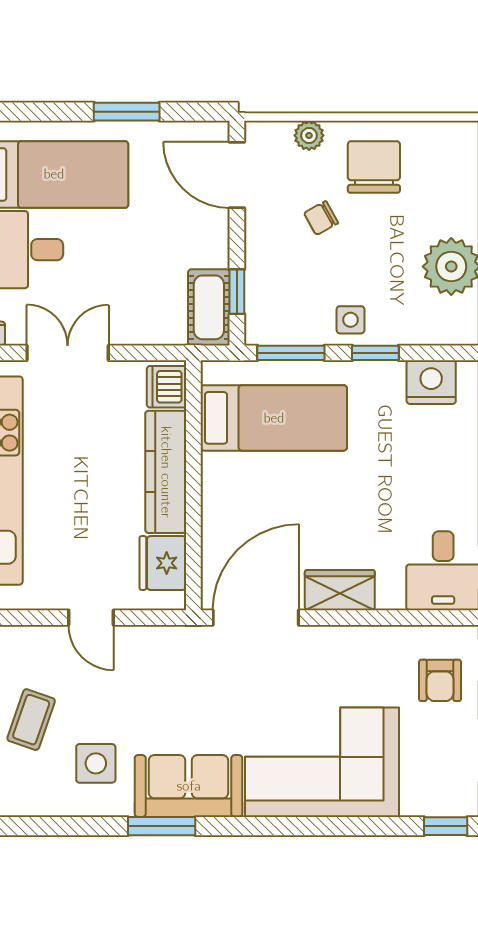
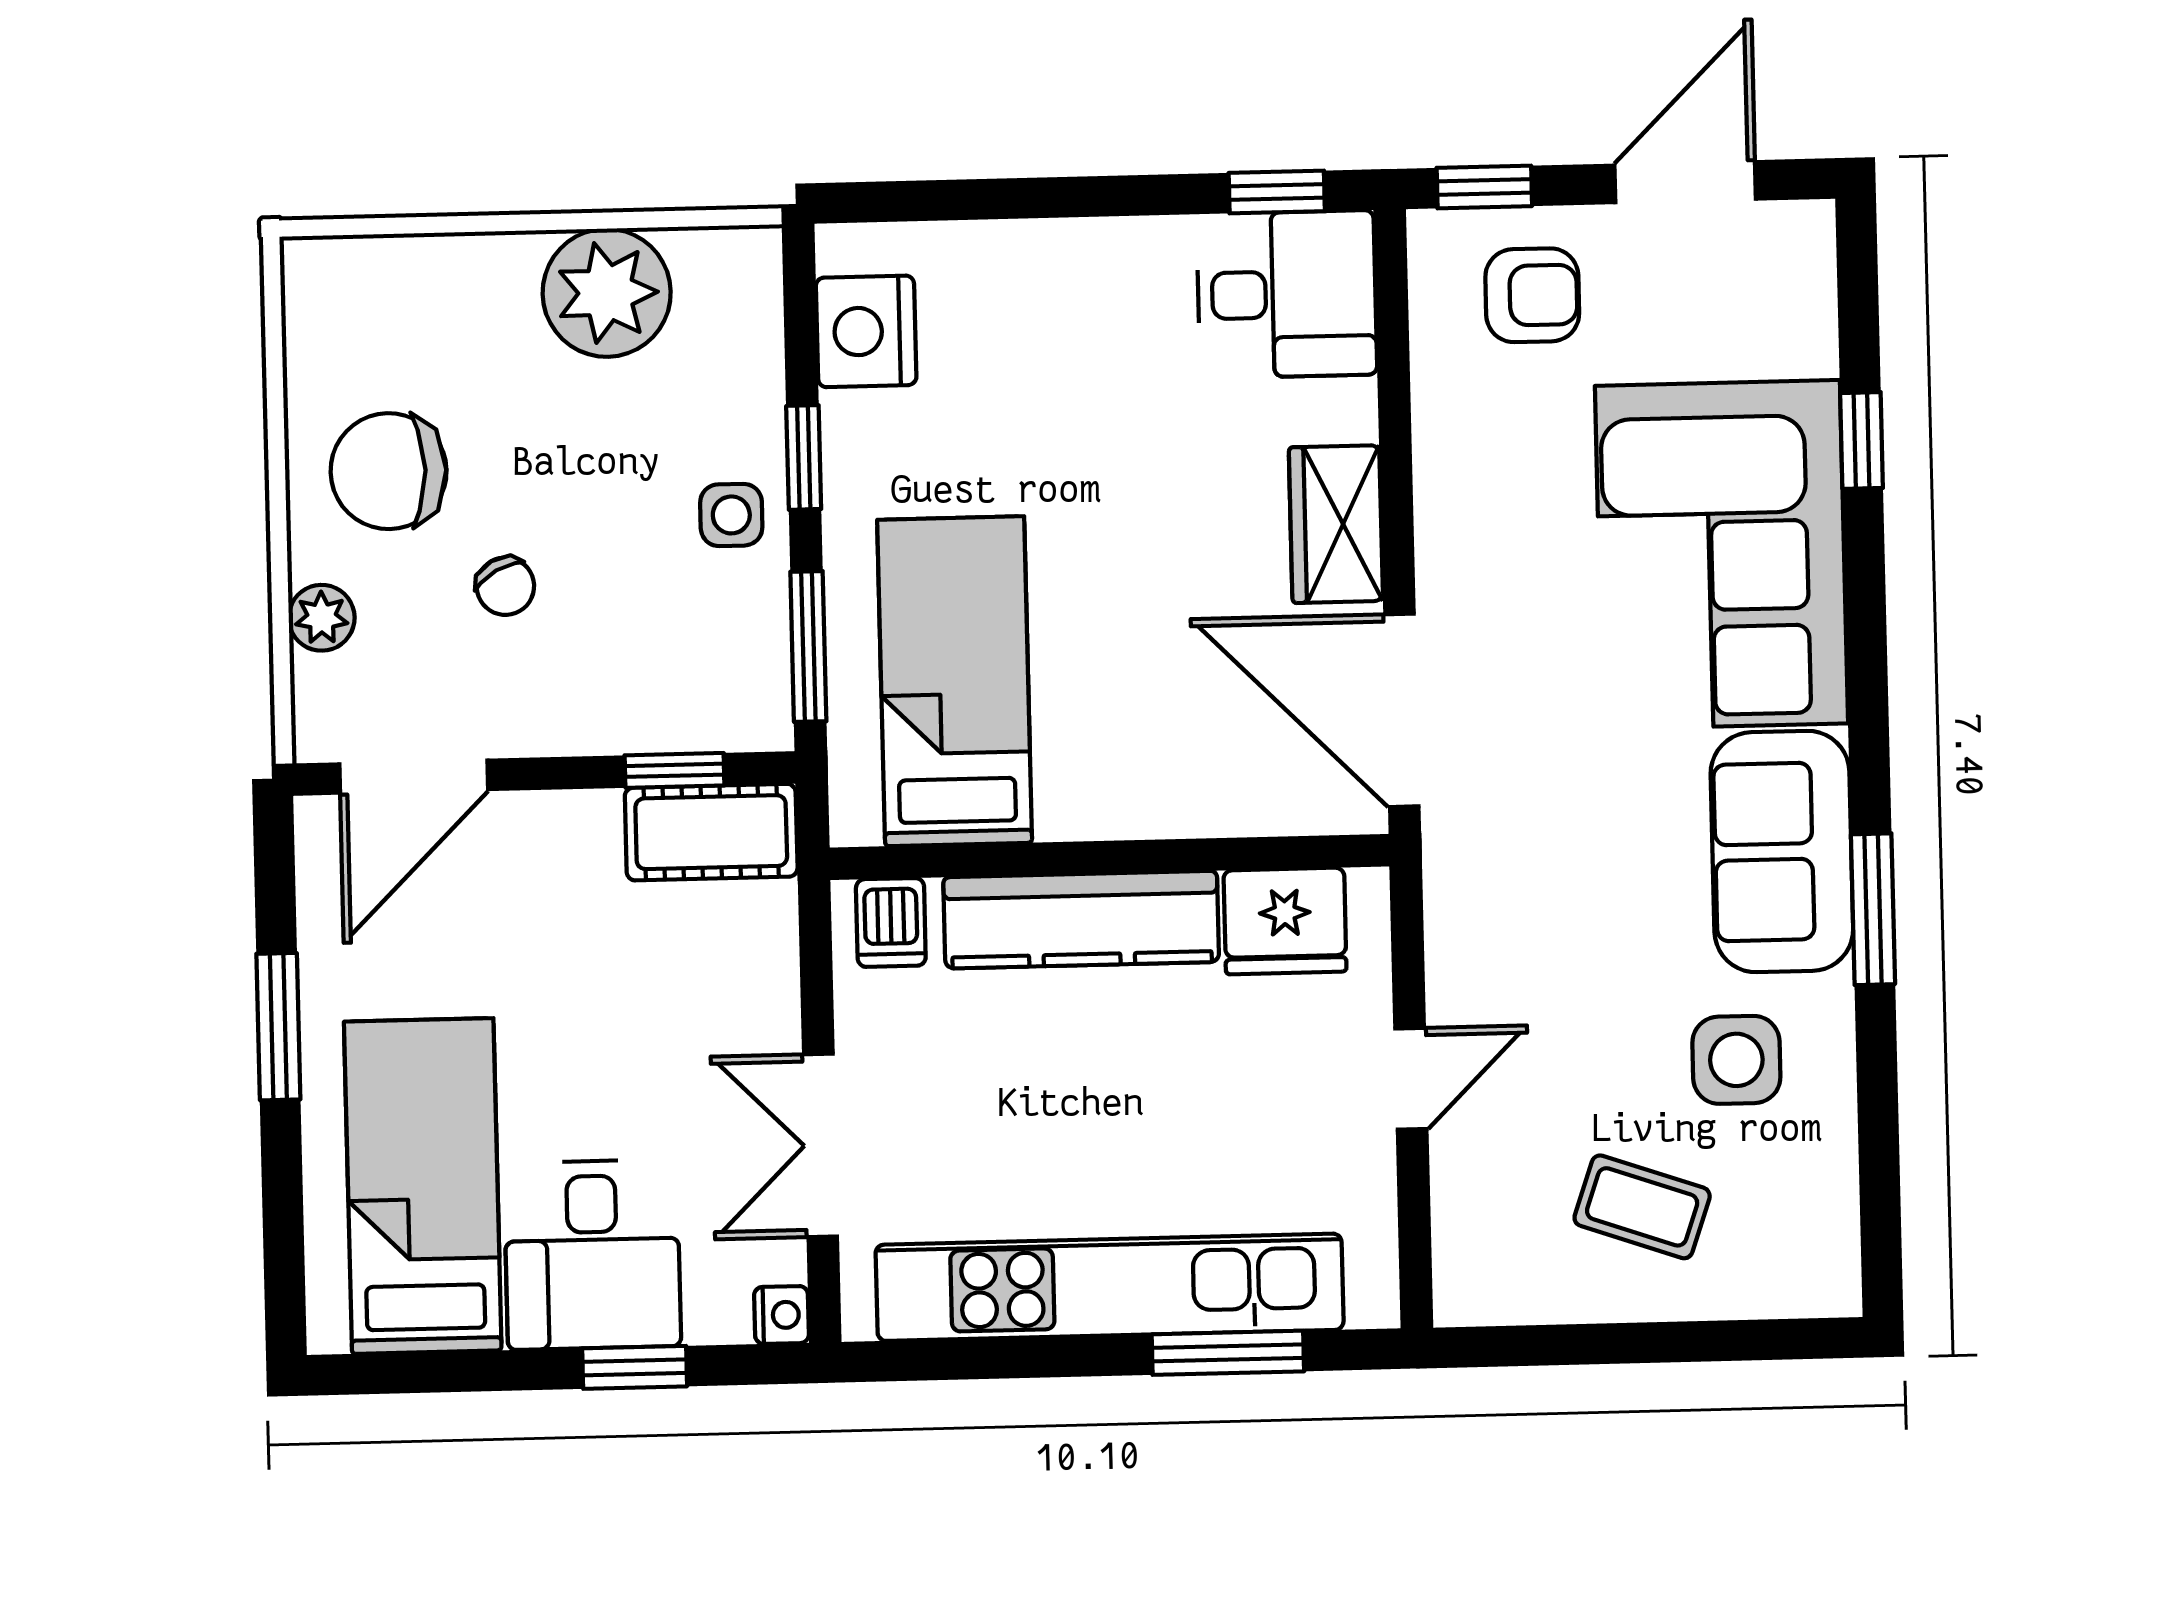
dishwasher: (167, 387) -> (891, 922), width x0.73
window: (446, 826) -> (1862, 441), moved

